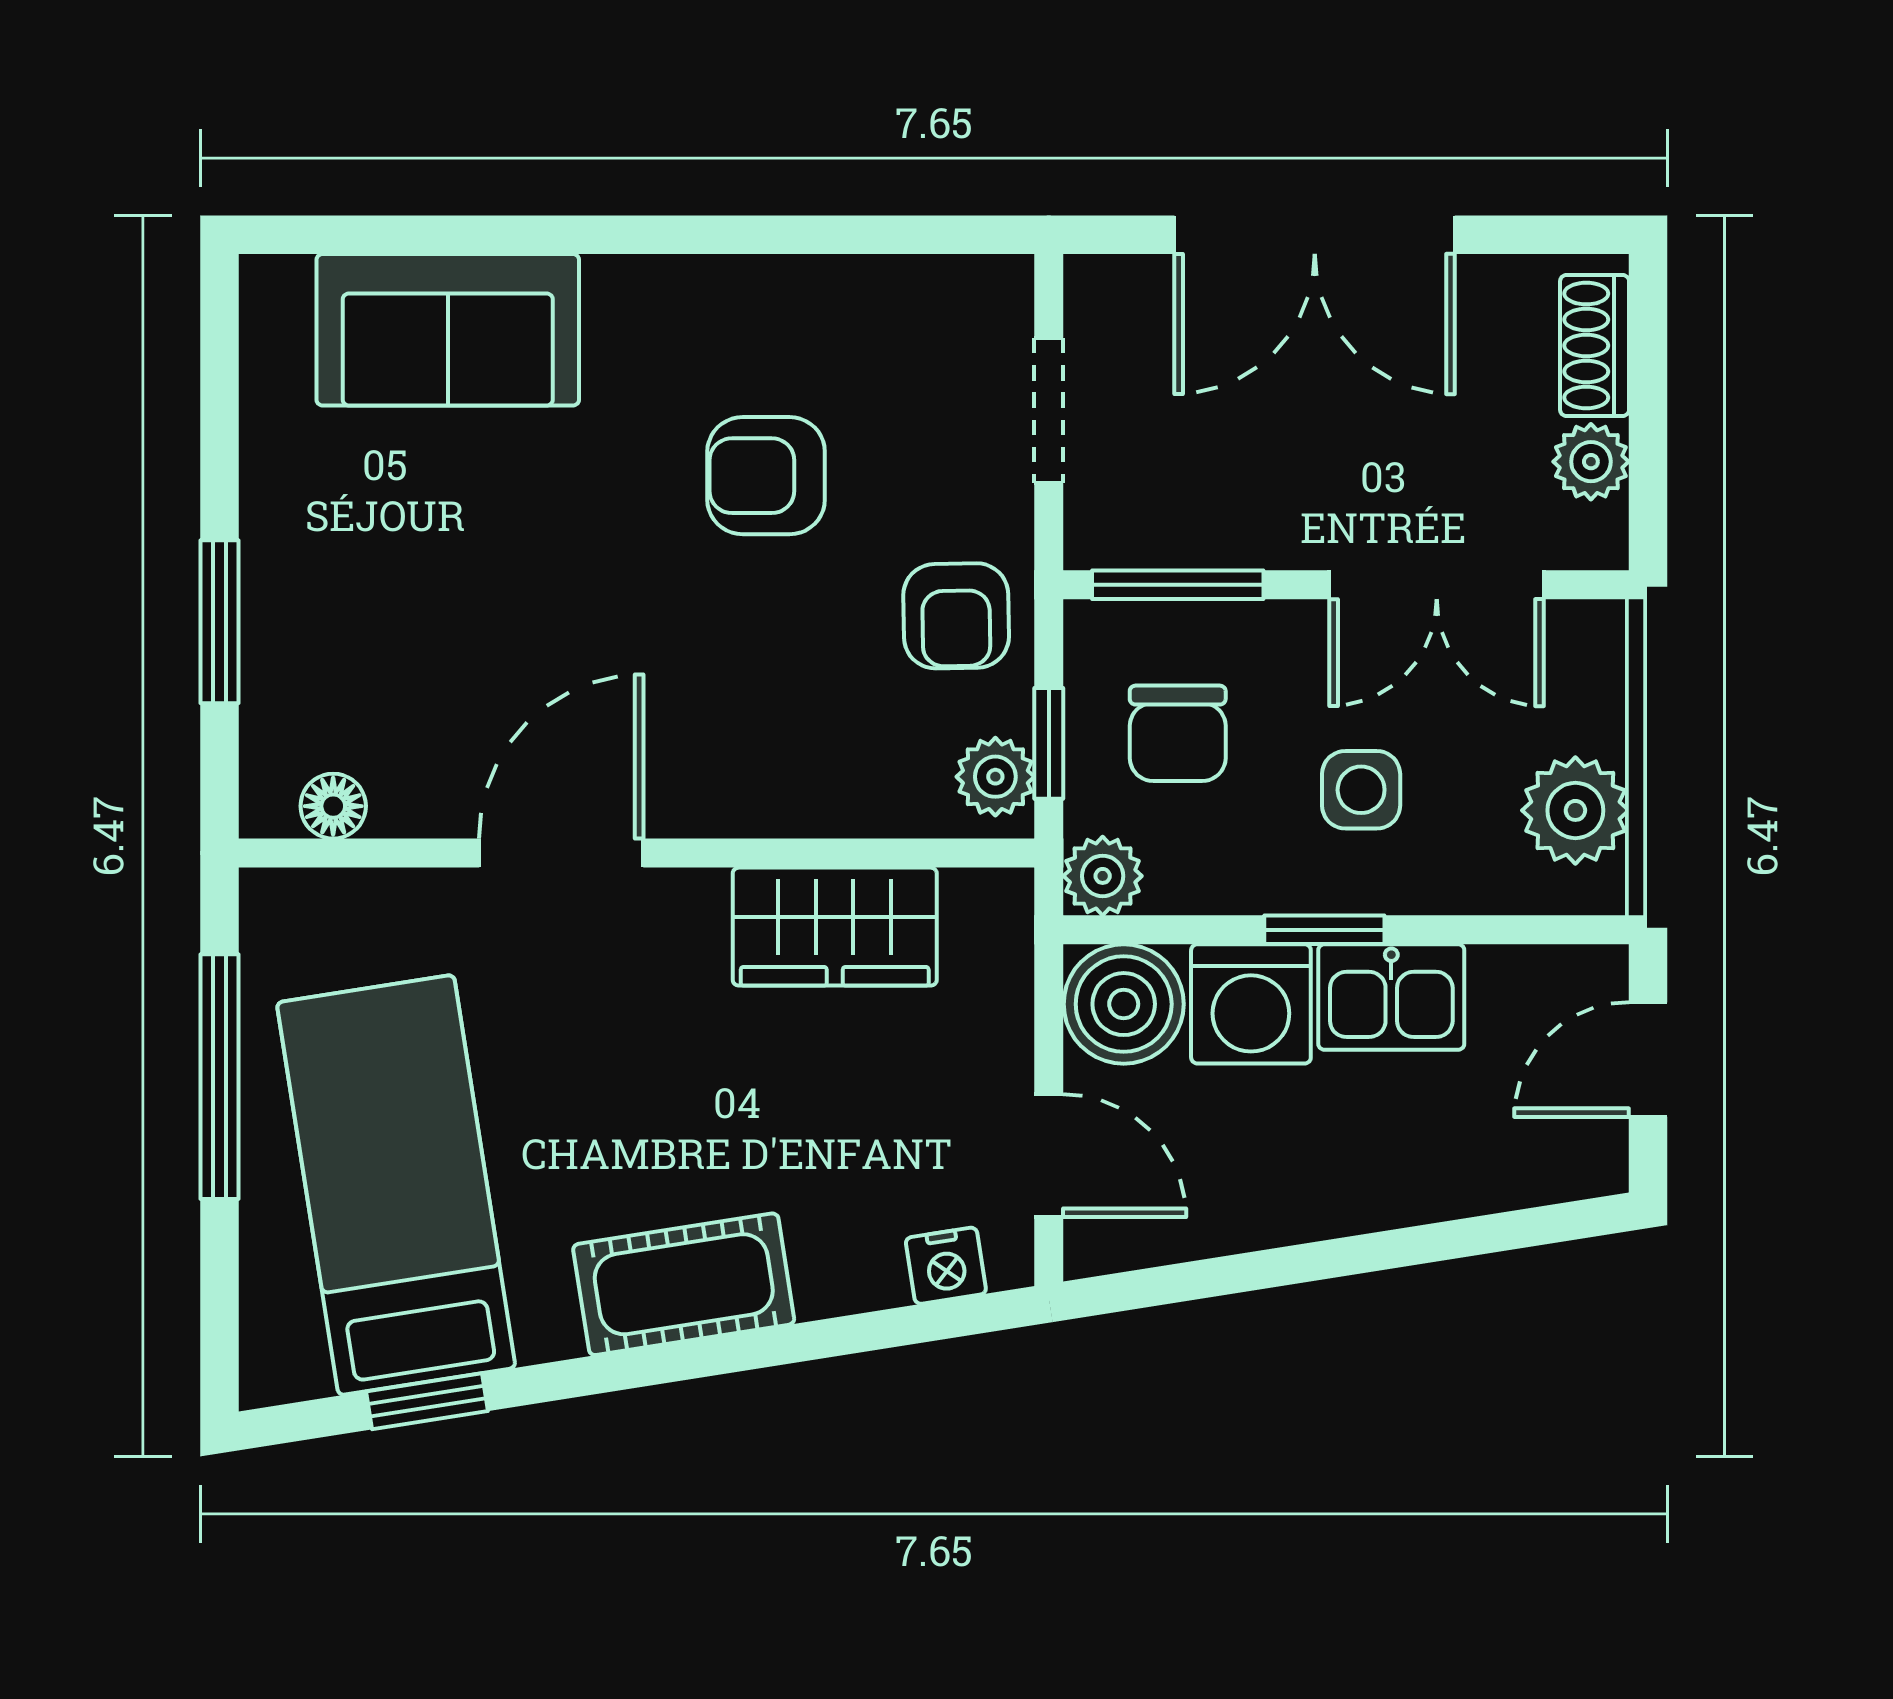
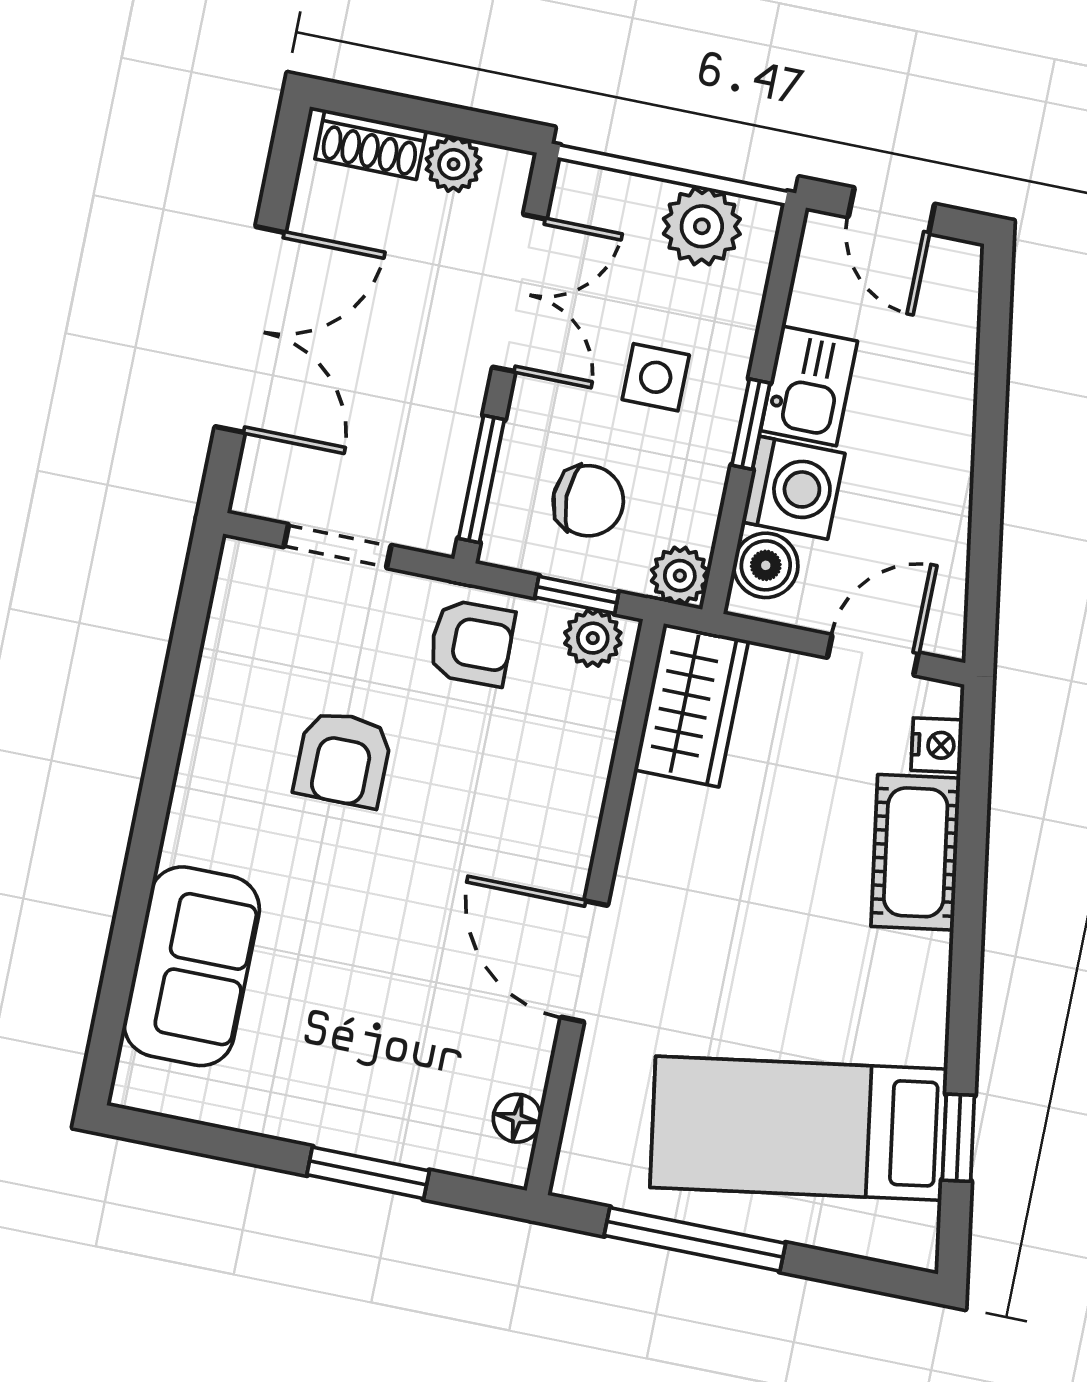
wardrobe: (835, 927) -> (691, 705), moved
boiler: (1124, 1004) -> (766, 565), width x0.73, depth x0.73
cot: (684, 1284) -> (916, 852), moved

